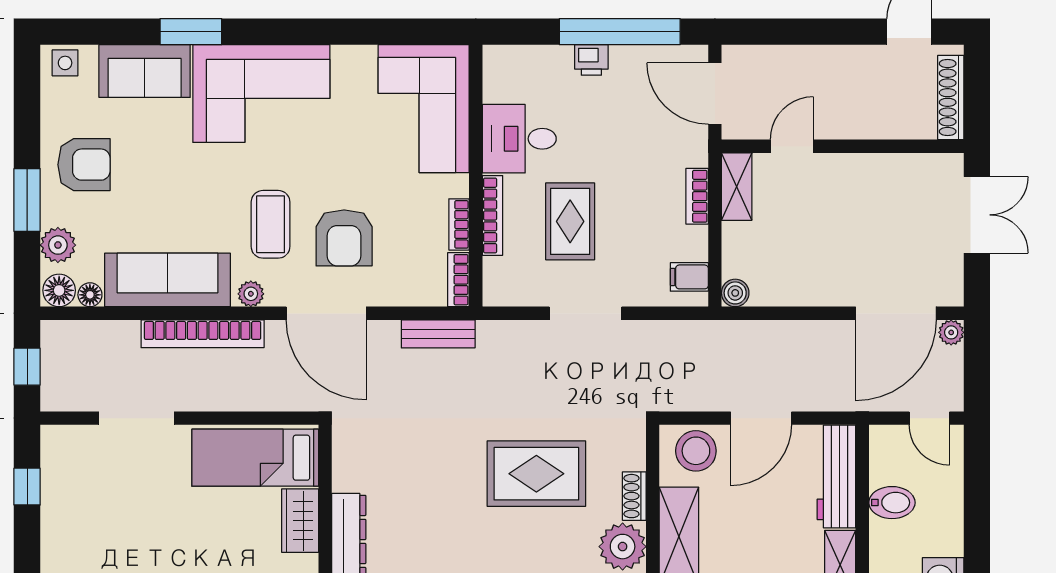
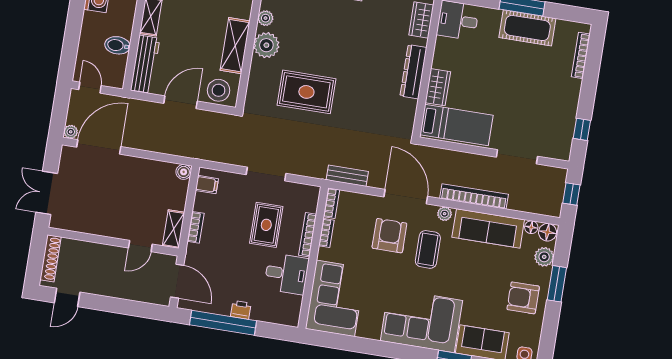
shoe rack: (634, 496) -> (256, 71), removed

